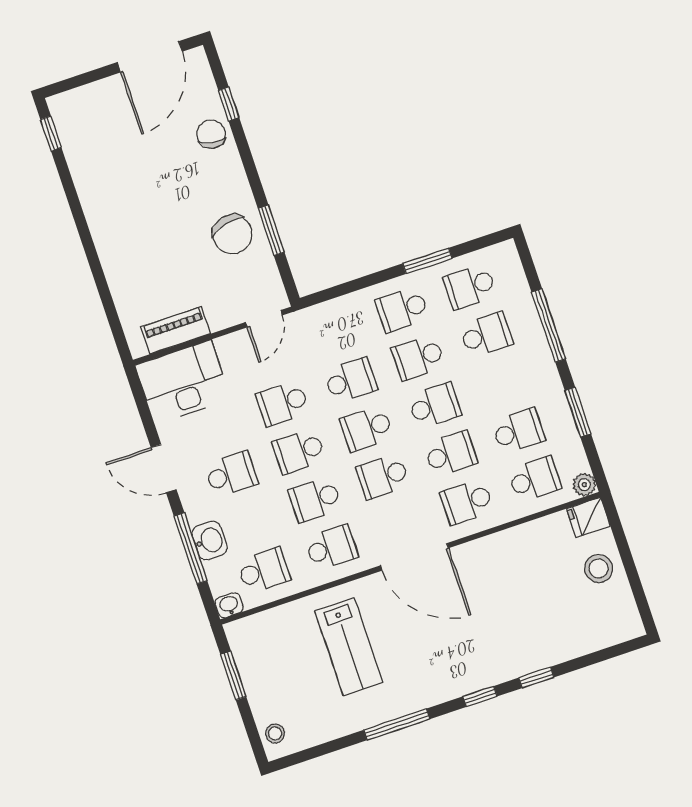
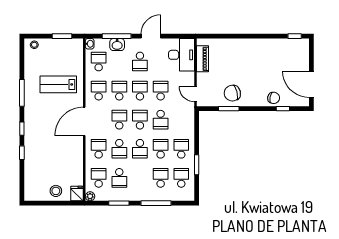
school desk: (486, 335) -> (161, 178), turned 180
school desk: (535, 479) -> (99, 178), turned 180
school desk: (331, 548) -> (99, 91), turned 180
school desk: (264, 570) -> (99, 62), turned 180

